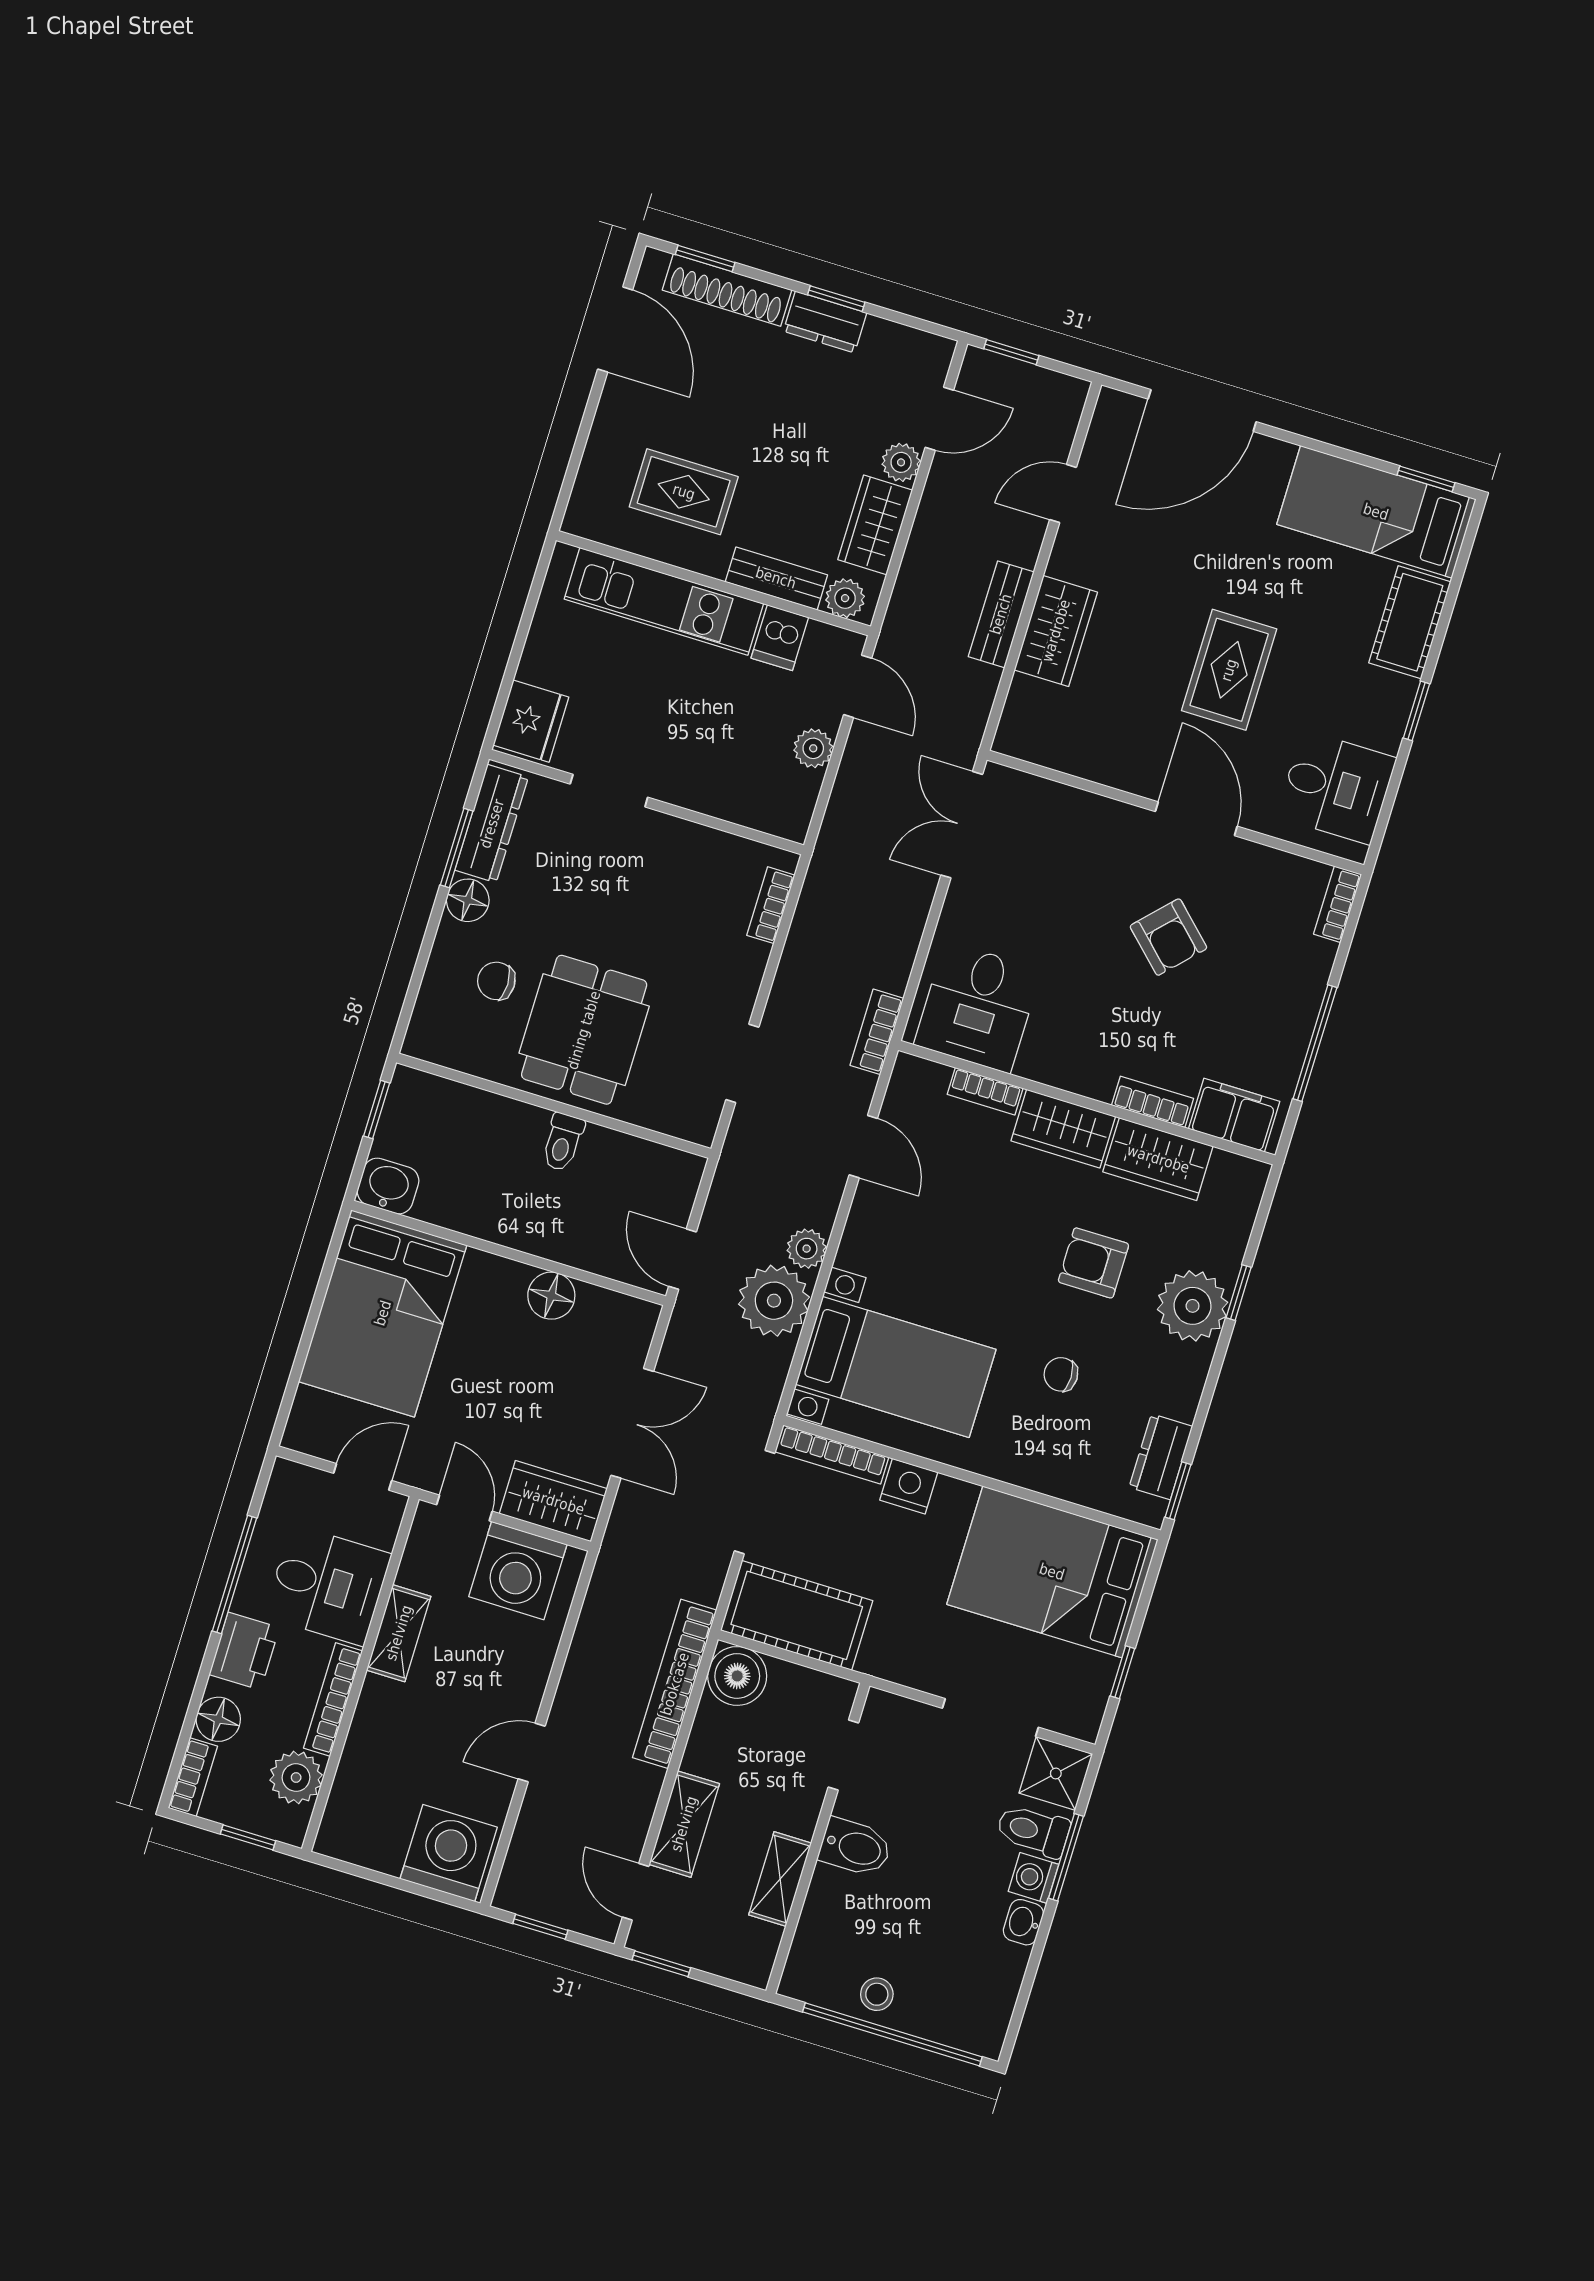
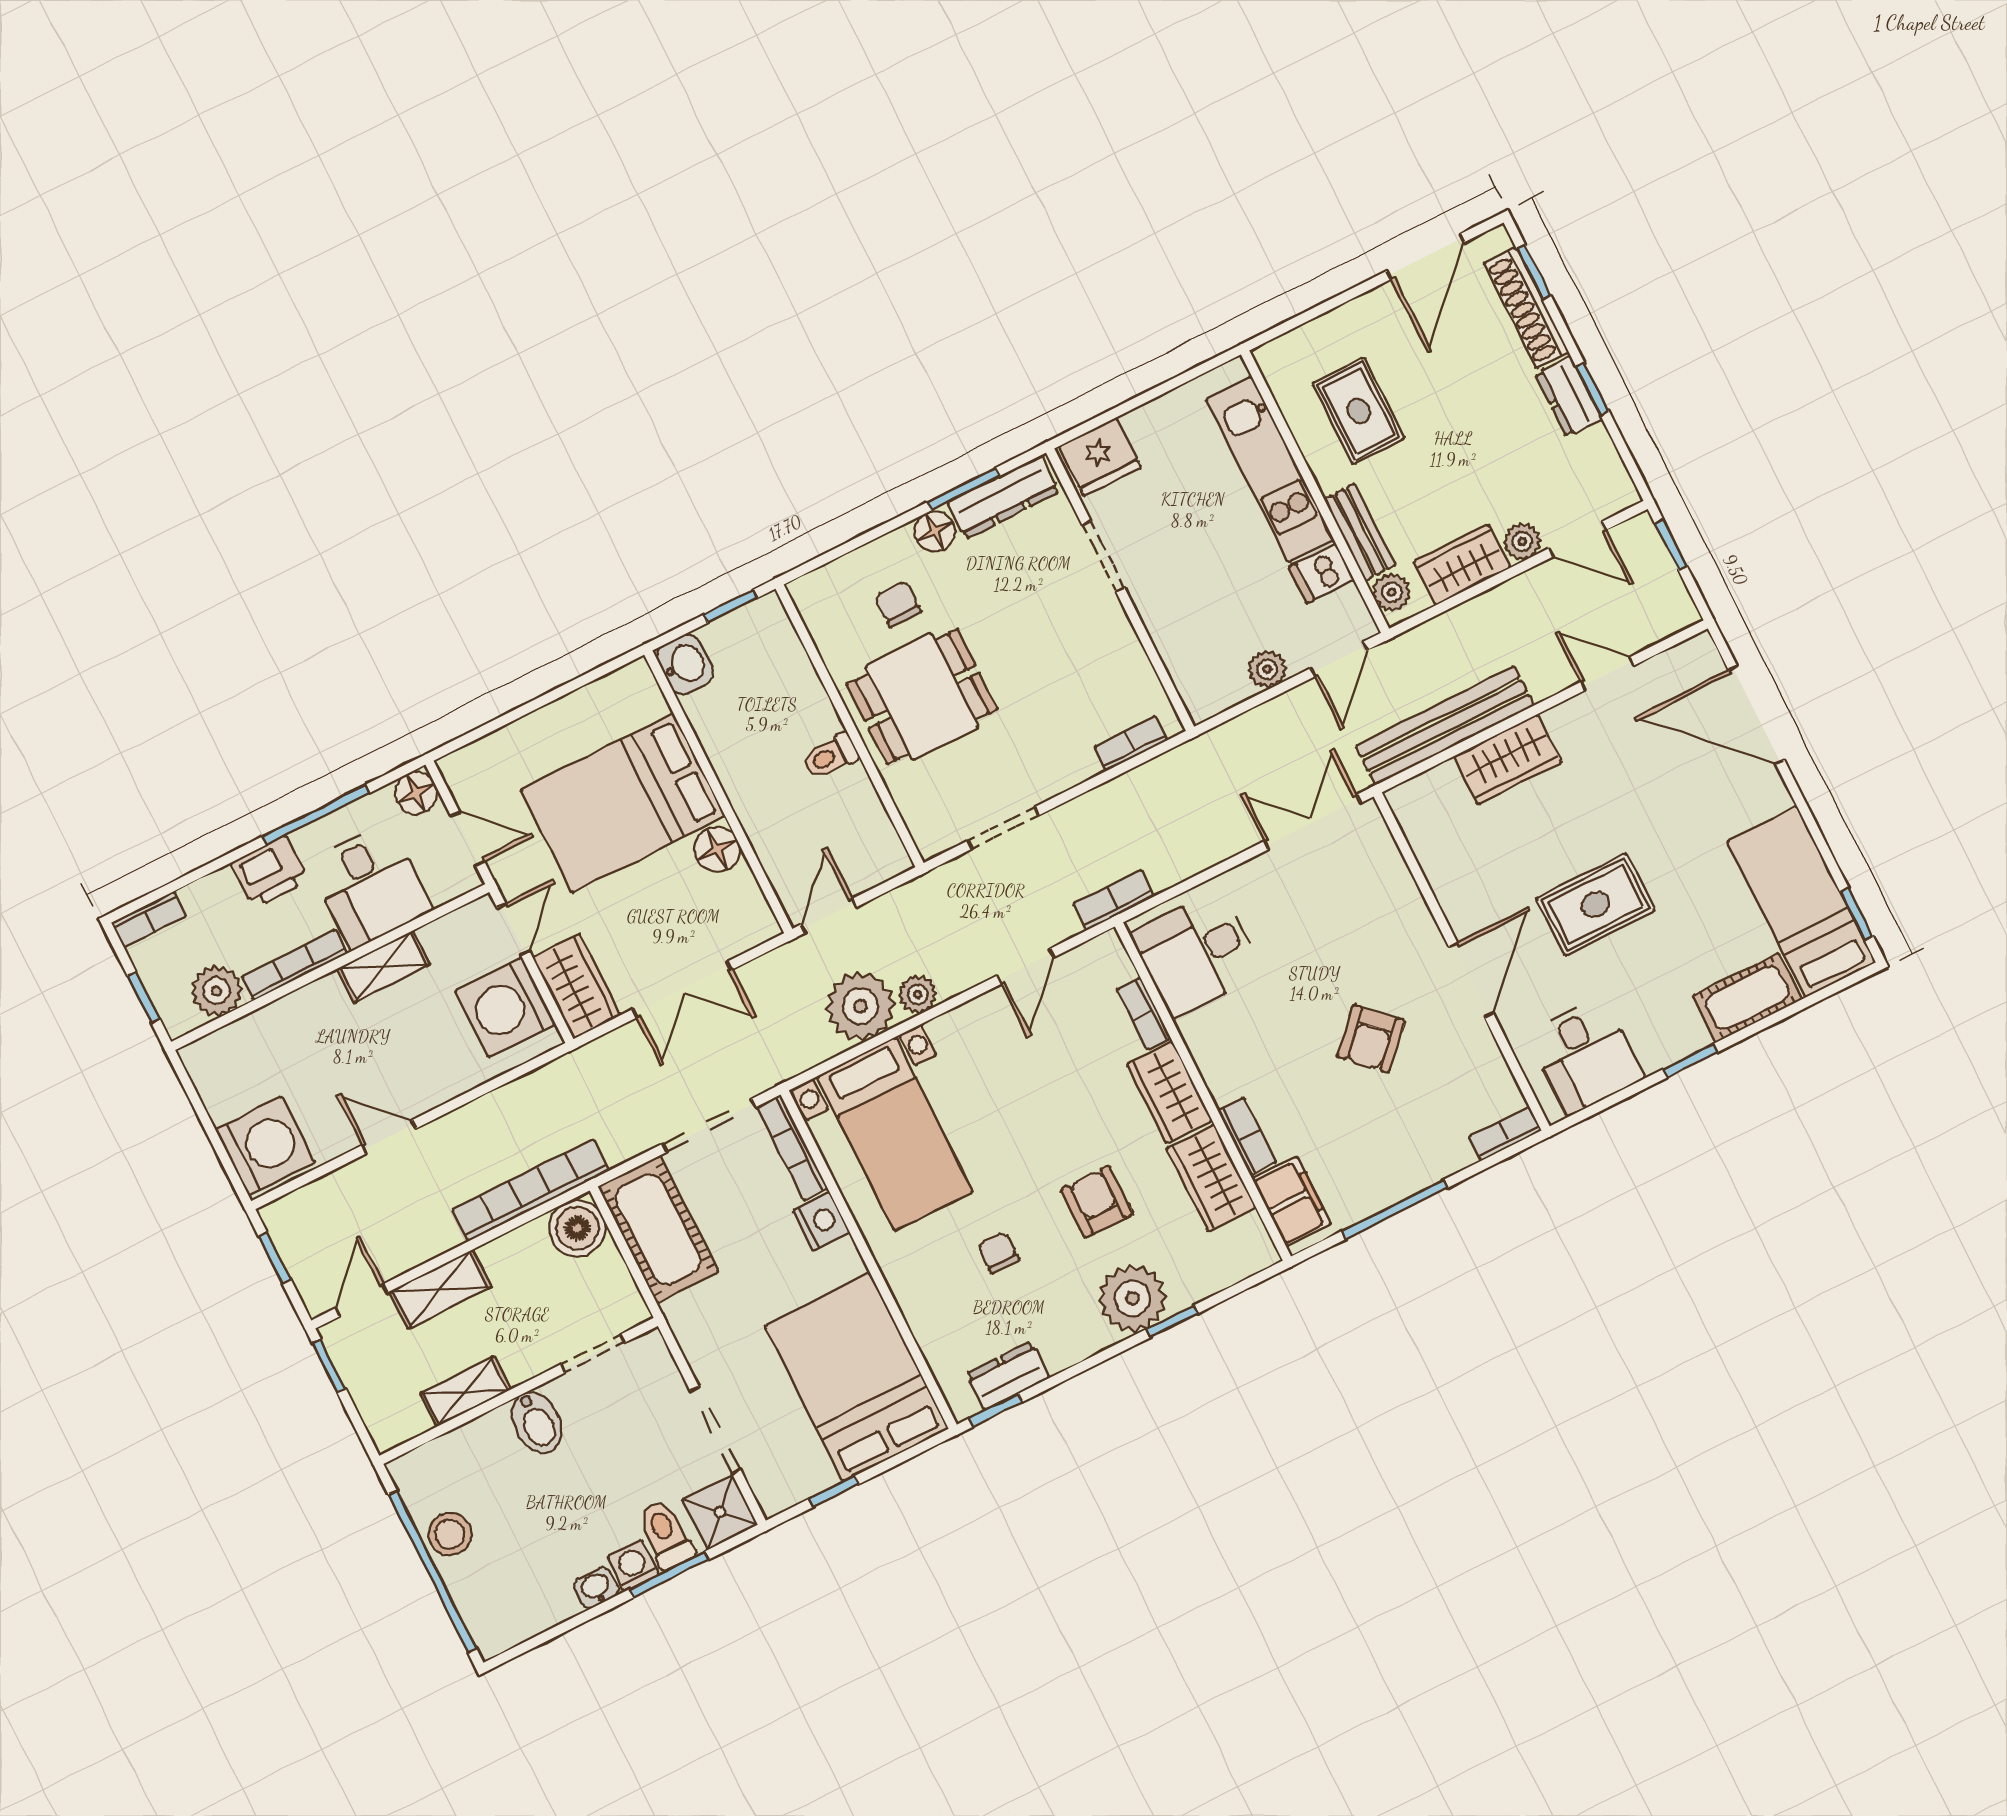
bench: (1001, 614) -> (1445, 726), width x1.86, depth x1.21
bed: (383, 1313) -> (623, 803), moved
floor lamp: (218, 1719) -> (416, 793), moved
stool: (877, 1994) -> (450, 1534), width x1.37, depth x1.37

